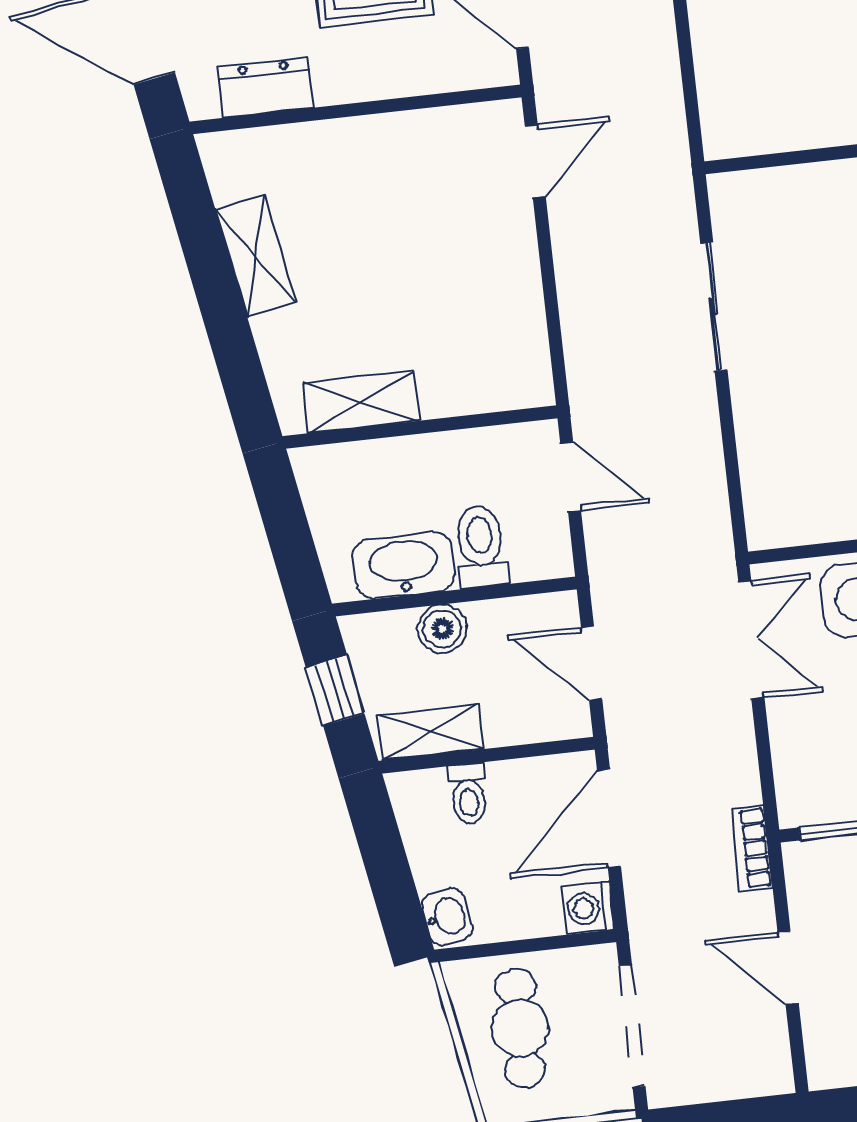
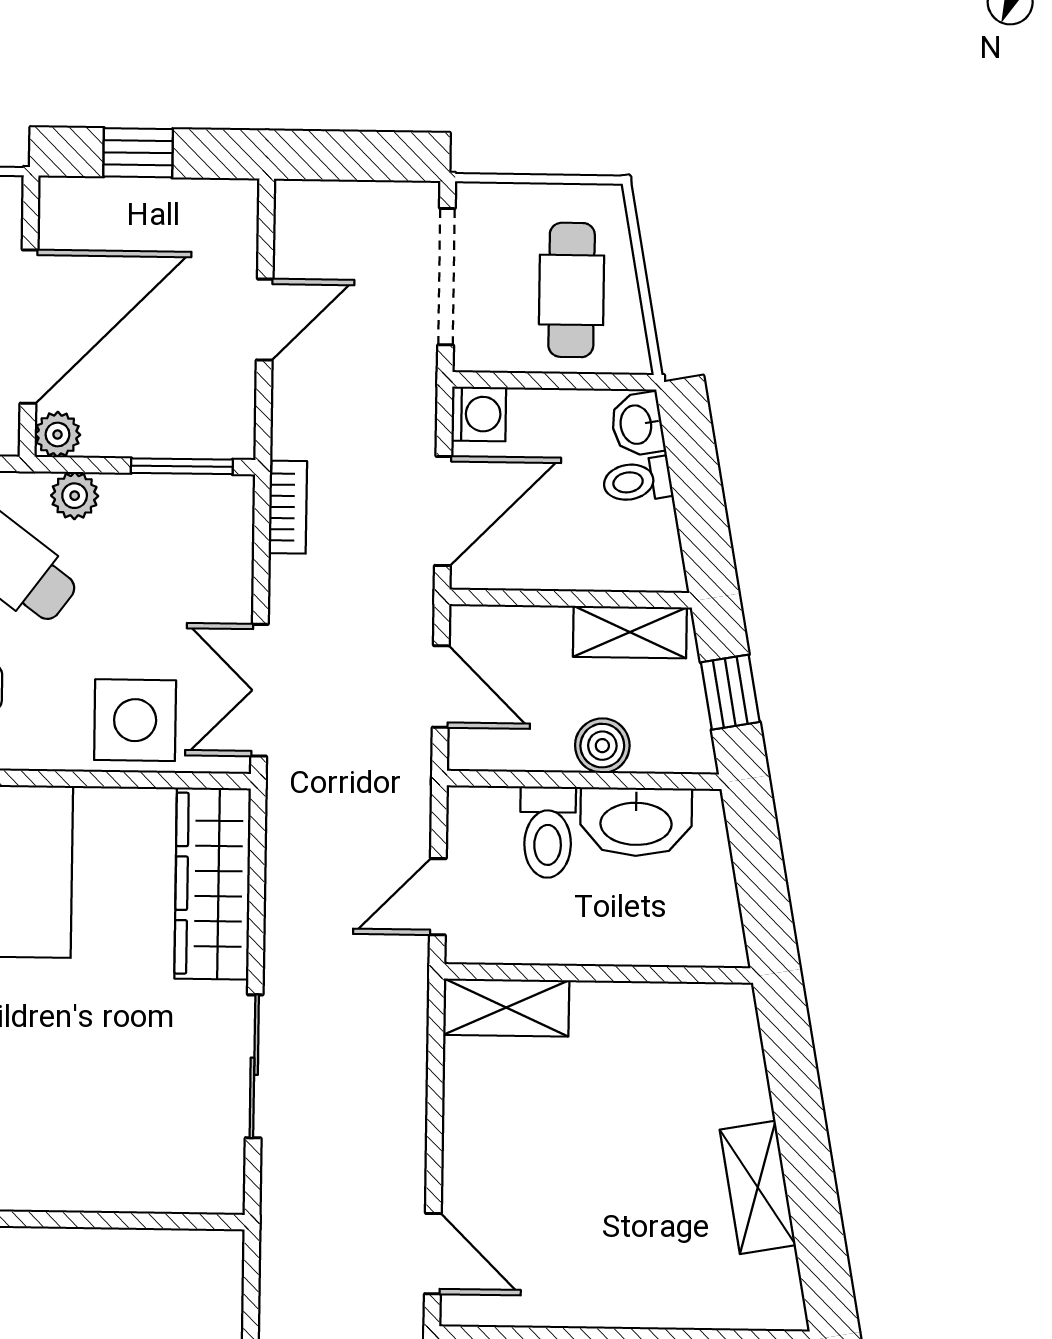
door: (535, 161) -> (433, 1254), swing flipped
shelving: (361, 402) -> (506, 1008), moved
wardrobe: (771, 463) -> (213, 884), added
door: (571, 477) -> (438, 897), hinge flipped
toilet: (468, 794) -> (637, 481), moved, turned -100
bookcase: (752, 848) -> (288, 507), moved
door: (788, 968) -> (265, 320), hinge flipped

